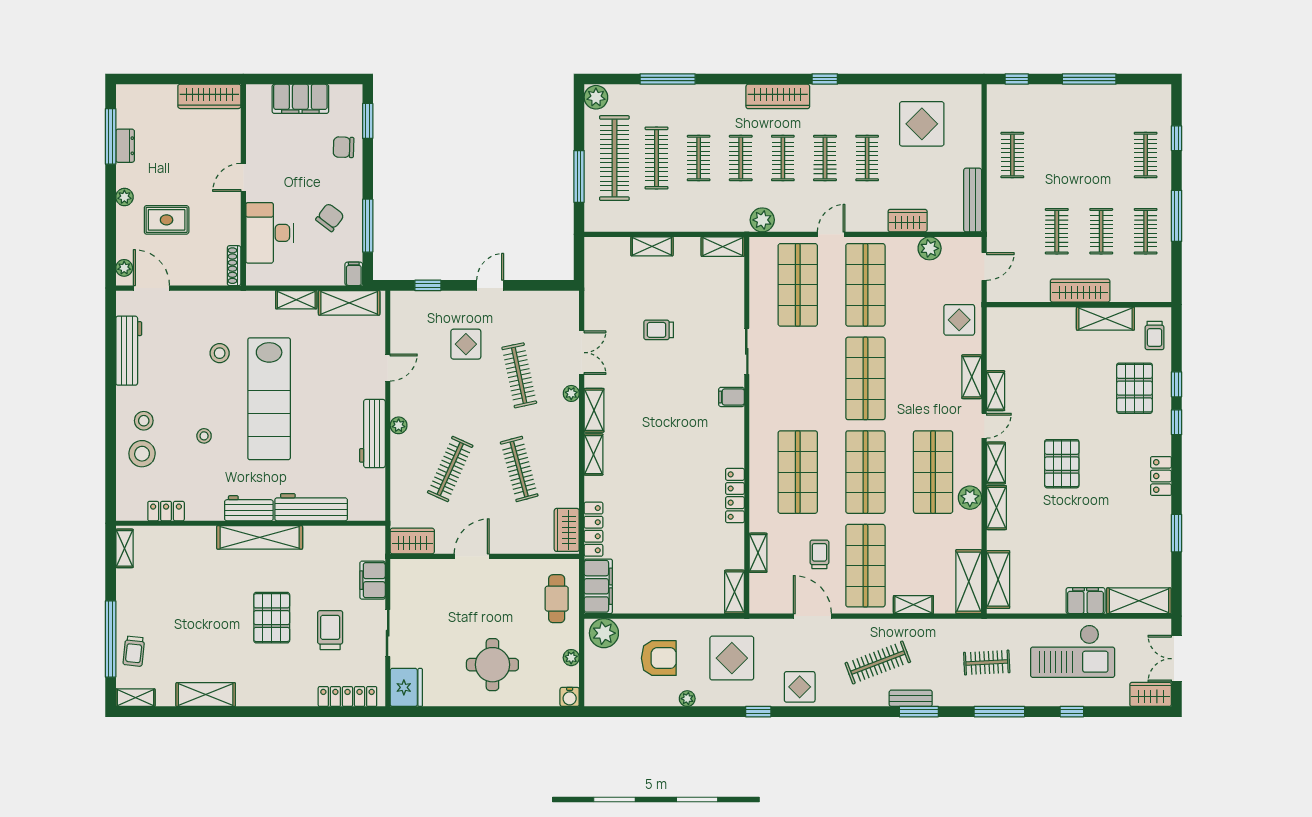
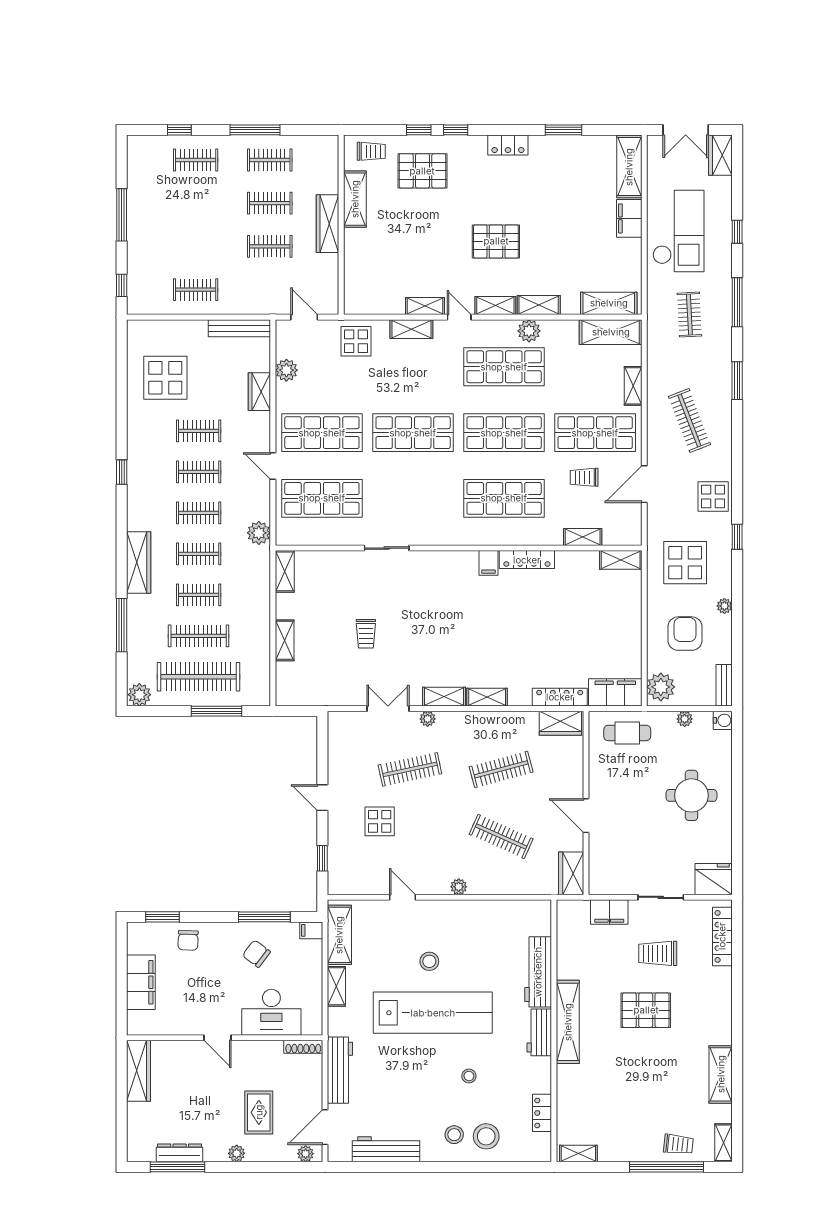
wardrobe: (778, 96) -> (139, 563), moved
dresser: (125, 146) -> (180, 1153), width x1.44
stool: (220, 353) -> (429, 961), moved
filing cabinet: (731, 397) -> (488, 563), moved
workbench: (372, 434) -> (340, 1070), moved, turned -90
bench: (911, 698) -> (724, 685), moved

